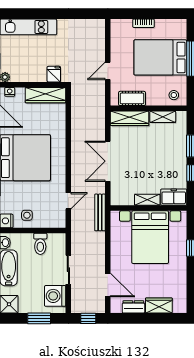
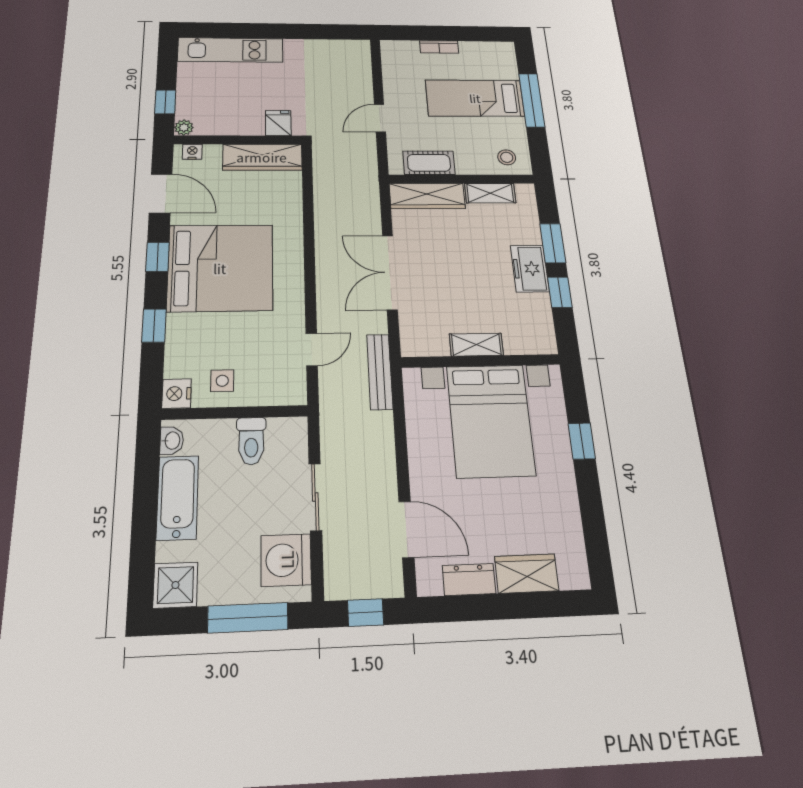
bed: (160, 57) -> (475, 98), width x0.67
freezer: (174, 197) -> (530, 269), moved, turned -90
window: (39, 318) -> (248, 618), width x1.44

